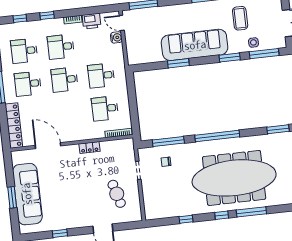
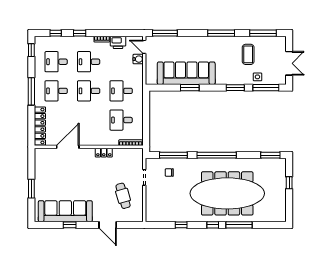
sofa: (195, 45) -> (186, 73), moved
door: (48, 146) -> (68, 147), hinge flipped
sofa: (27, 194) -> (65, 211), moved, turned -90

